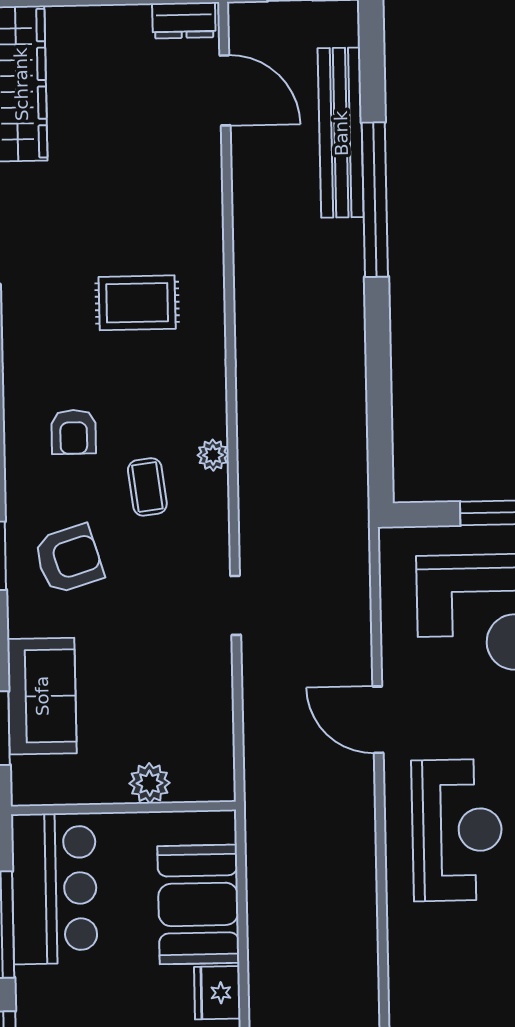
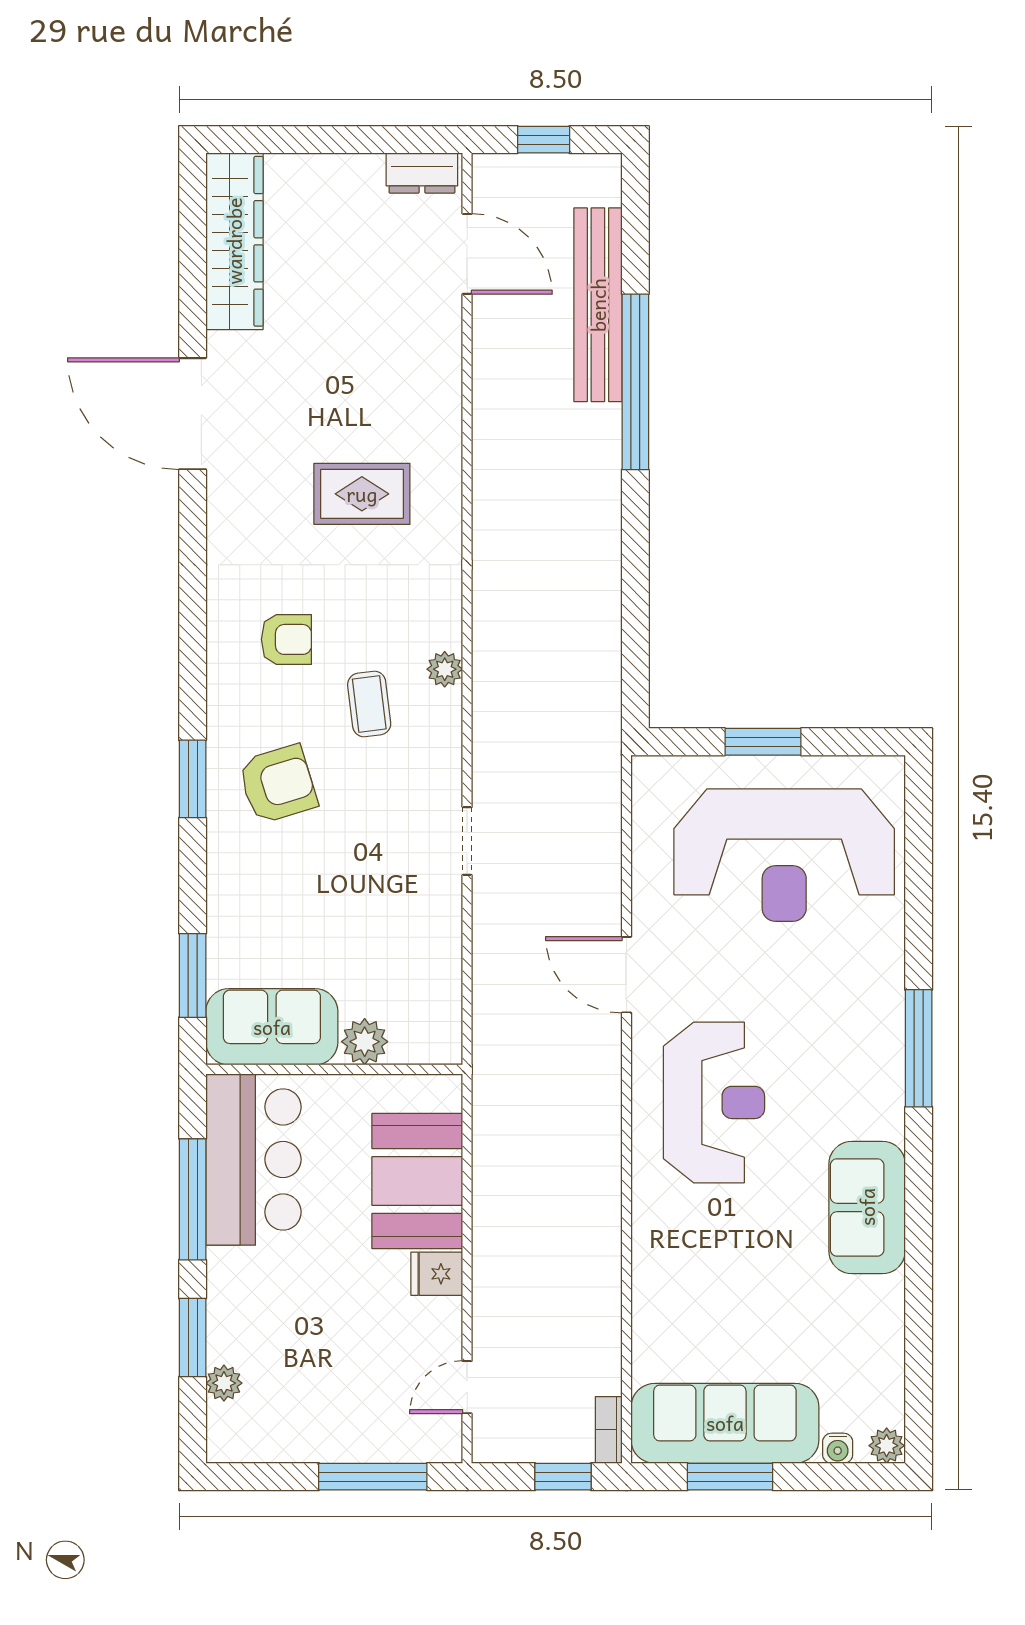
armchair: (74, 432) -> (286, 639), turned -90
sofa: (42, 696) -> (272, 1027), moved, turned -90
fridge: (217, 993) -> (437, 1274), width x0.72

